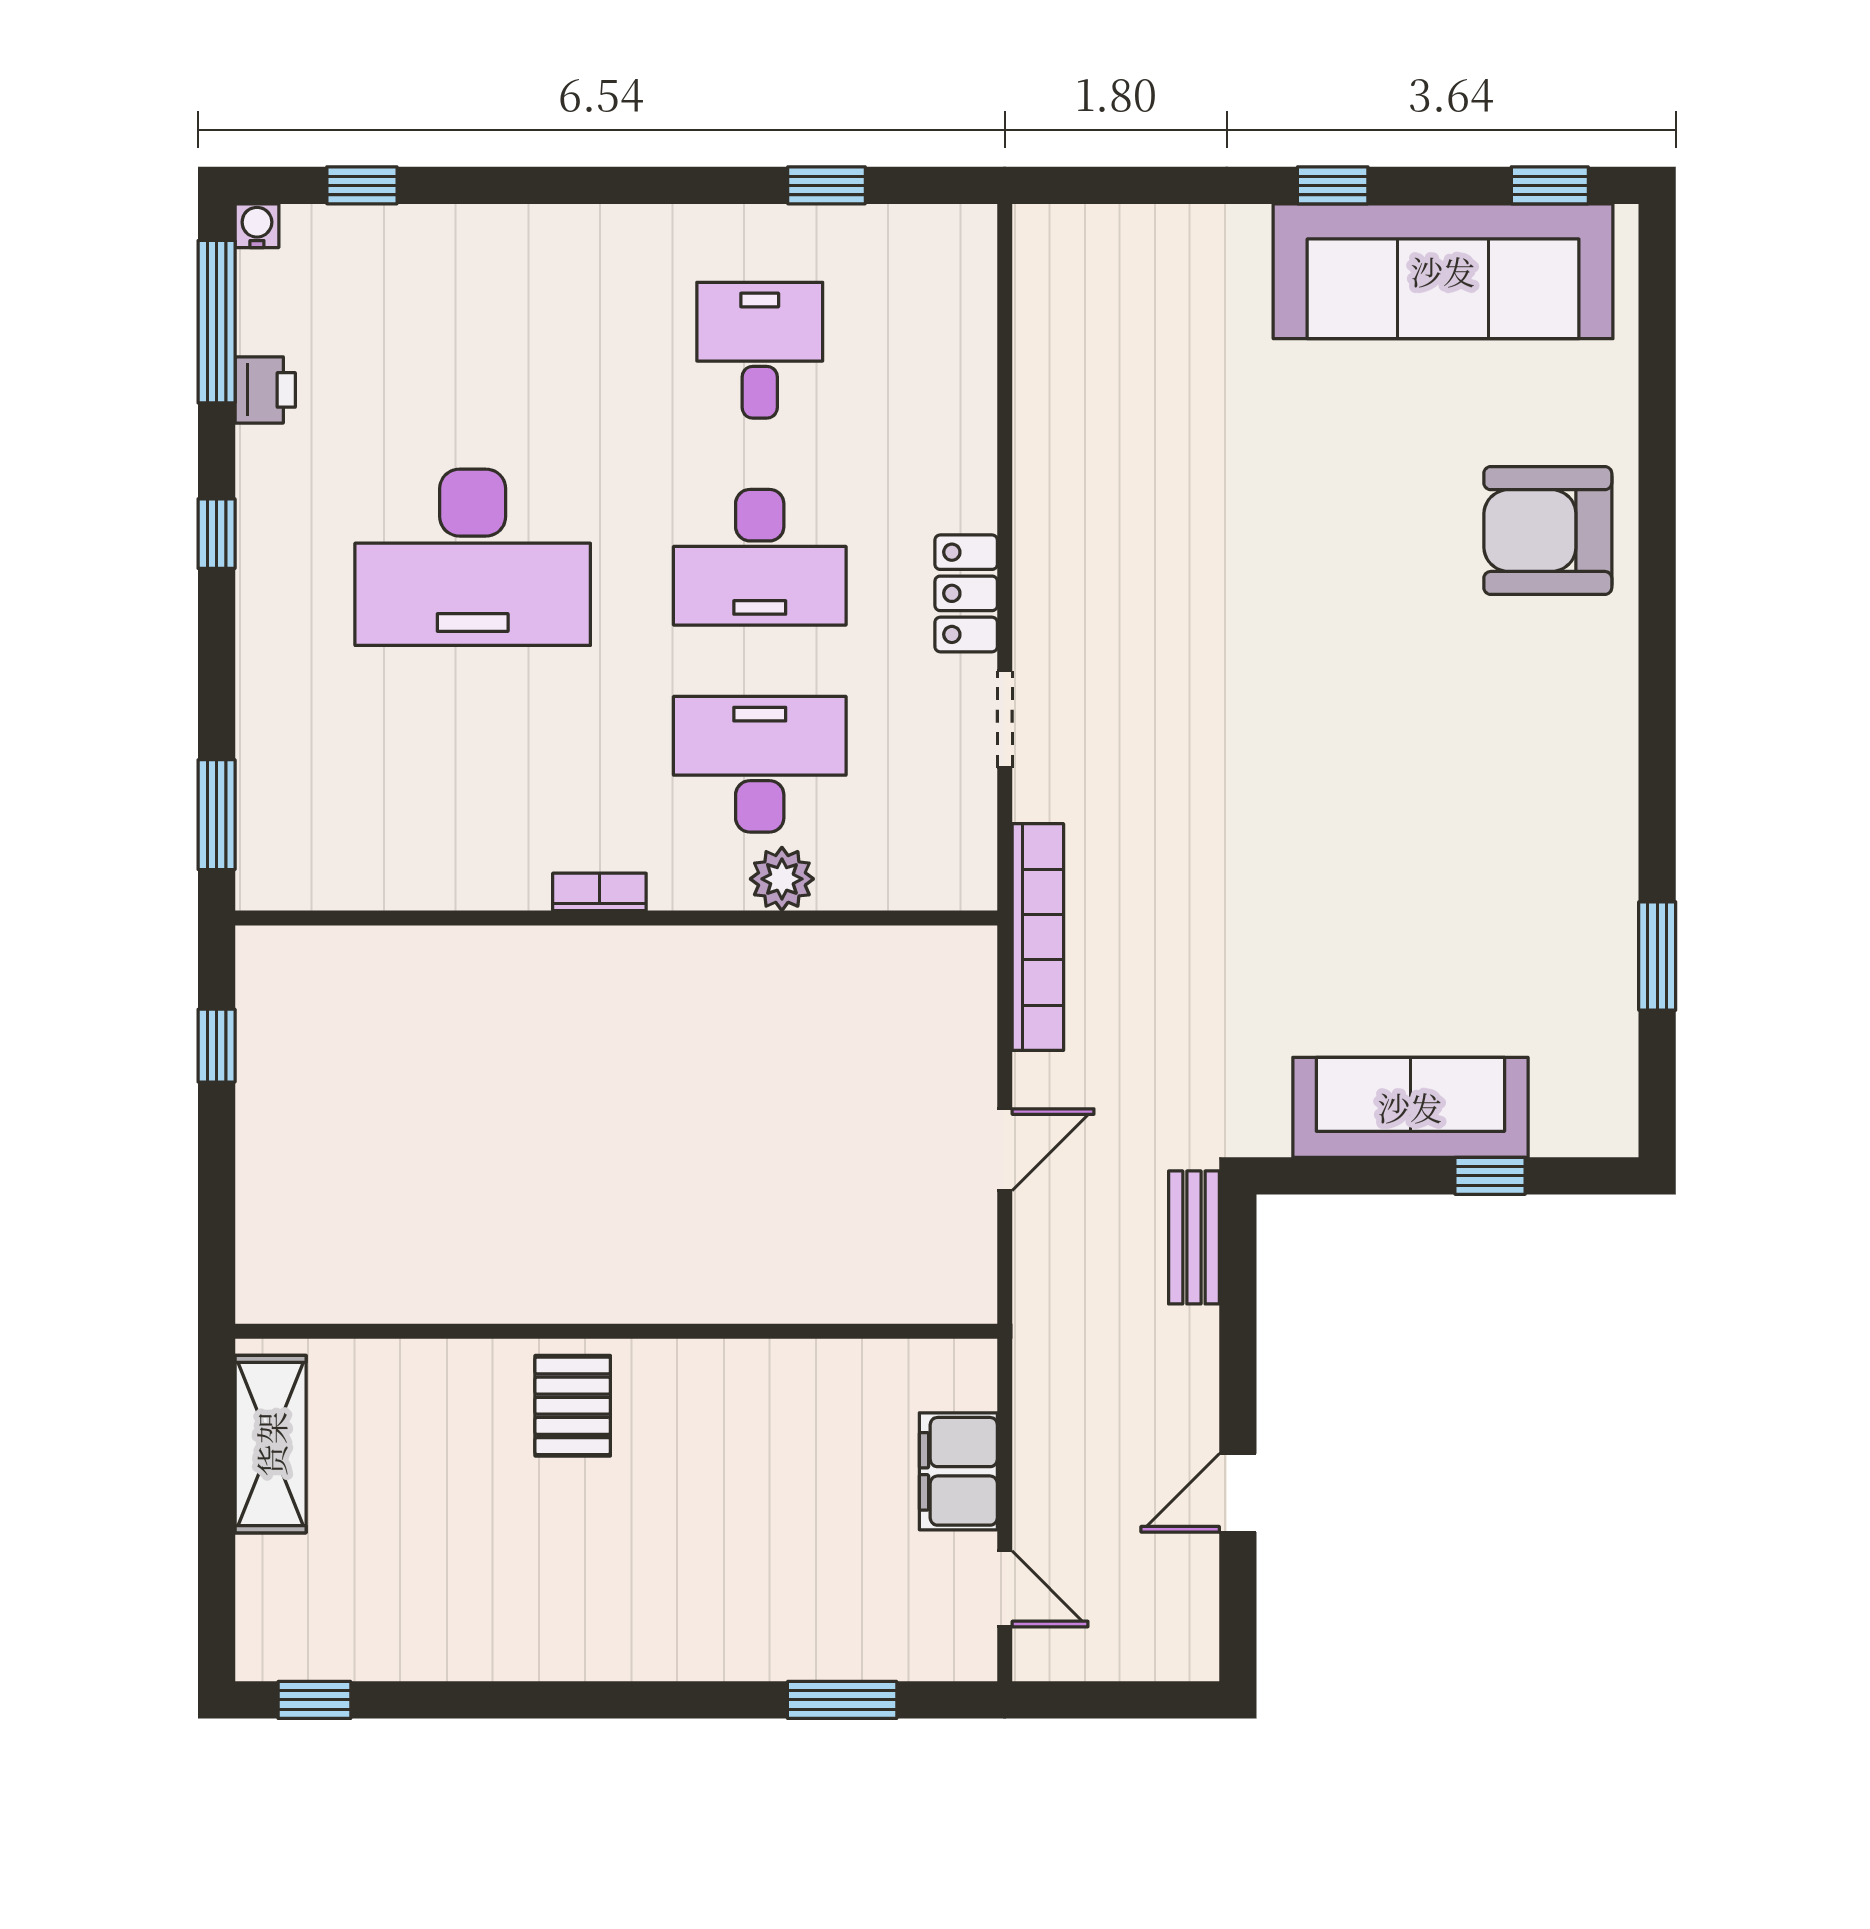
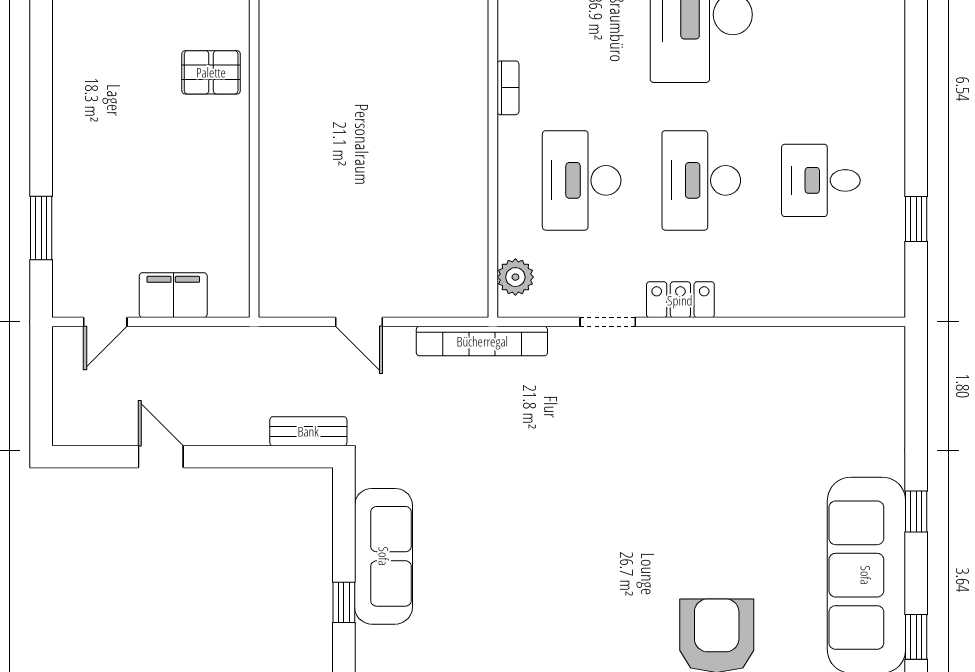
desk: (760, 350) -> (821, 180), turned 180
desk: (760, 764) -> (582, 180), turned 180
plant: (782, 879) -> (515, 277), moved

